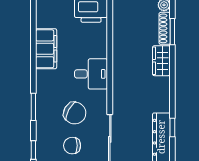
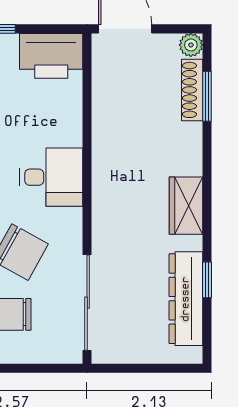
wardrobe: (161, 61) -> (186, 206), moved

